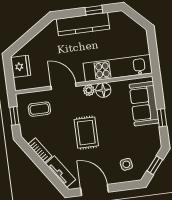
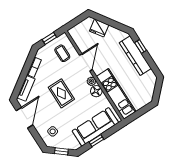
window: (94, 10) -> (140, 46), moved
fridge: (21, 66) -> (99, 28), moved, turned 56
sofa: (144, 104) -> (95, 127), width x1.36
rug: (86, 133) -> (61, 93), turned 90

